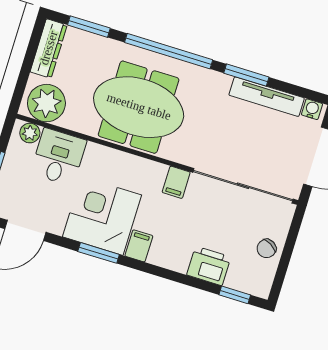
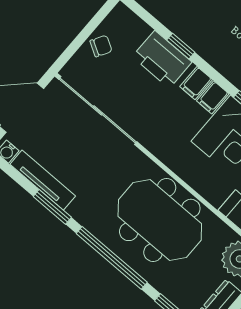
filing cabinet: (176, 182) -> (196, 83), moved, turned 180
printer: (209, 266) -> (162, 59), width x1.37, depth x1.19
window: (235, 295) -> (181, 46), moved

